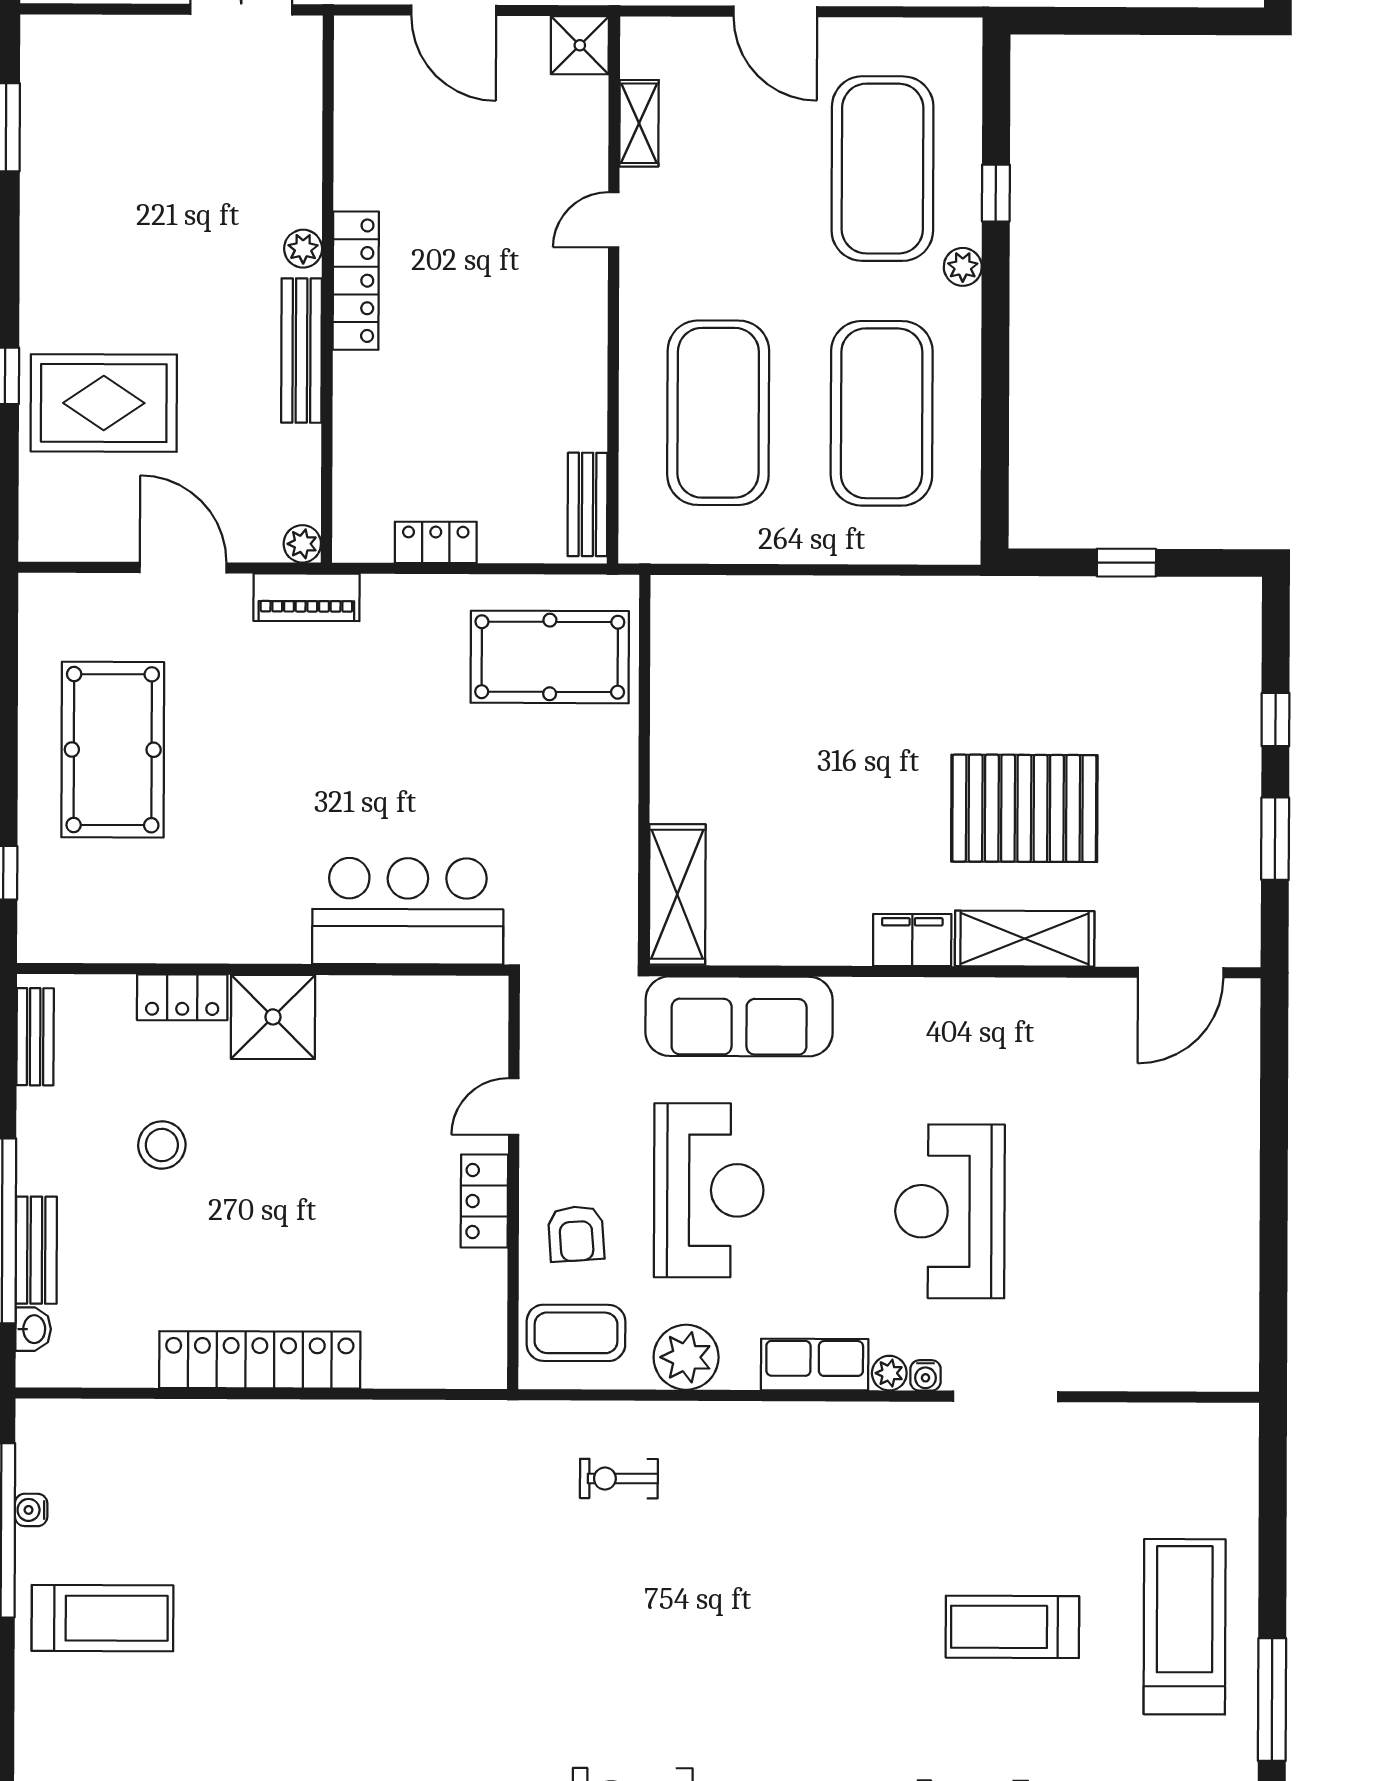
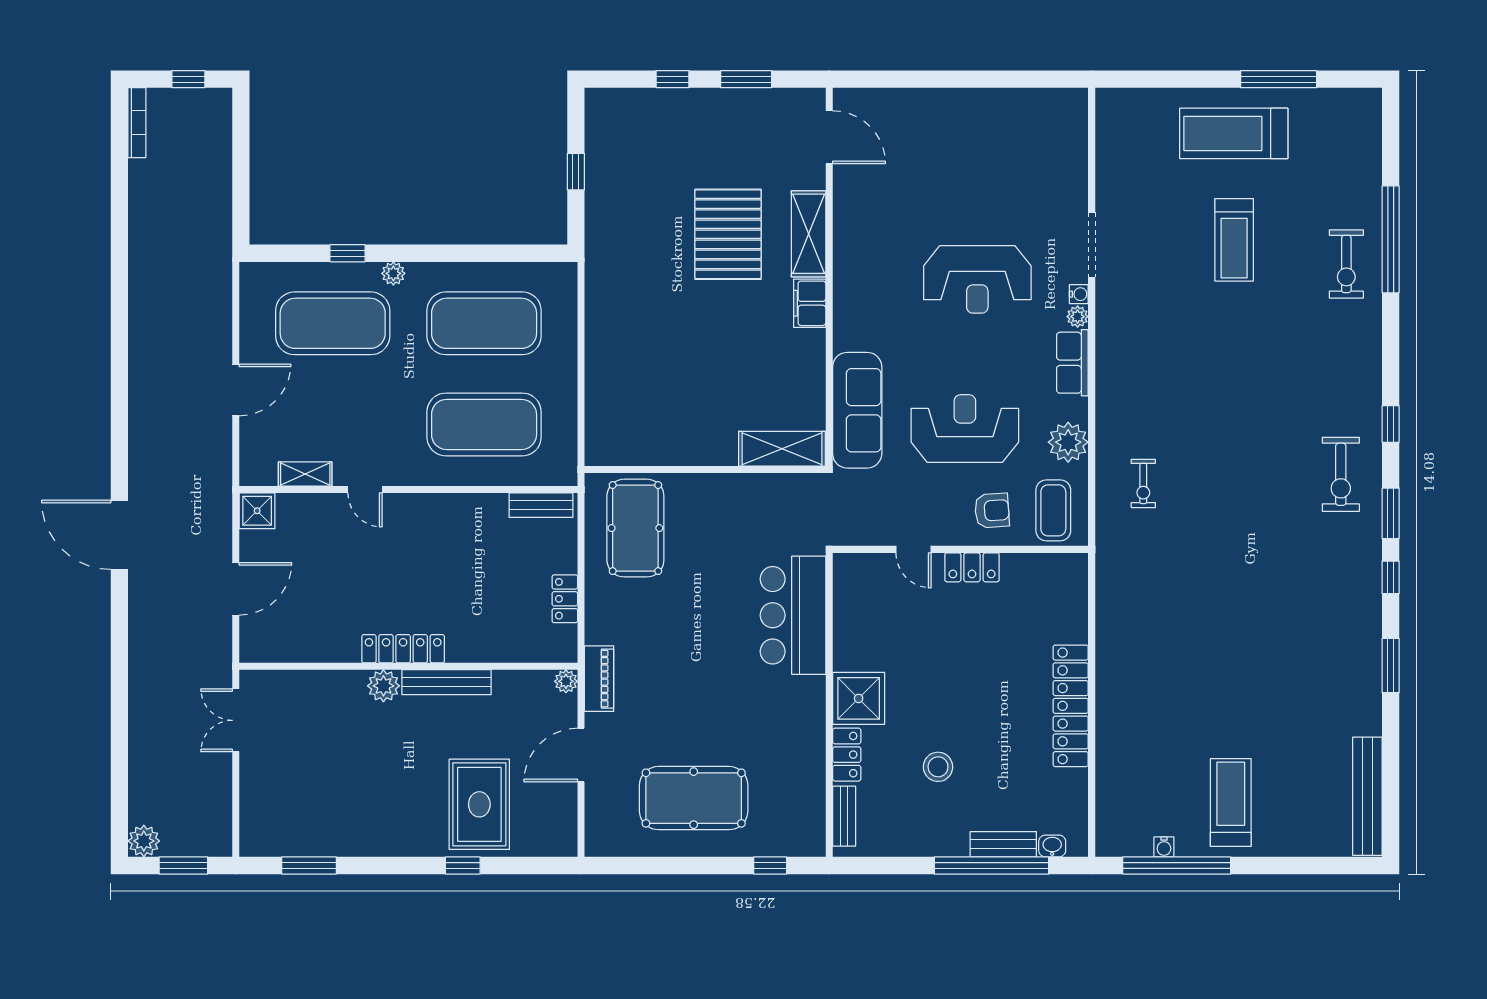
plant: (303, 249) -> (383, 686), width x1.38, depth x1.38
bench: (35, 1037) -> (844, 816), moved, turned 90

